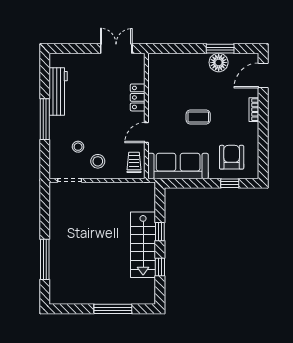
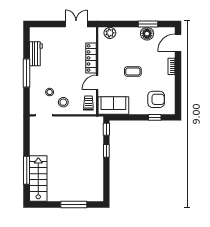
plant: (165, 61) -> (110, 33), added
workbench: (58, 91) -> (36, 54), width x0.73
locker: (138, 97) -> (91, 58), width x1.53
armchair: (232, 157) -> (156, 99), turned 90
sofa: (178, 166) -> (113, 105), width x0.73
stairs: (143, 245) -> (38, 179), moved, turned 180
window: (160, 267) -> (106, 129), moved

